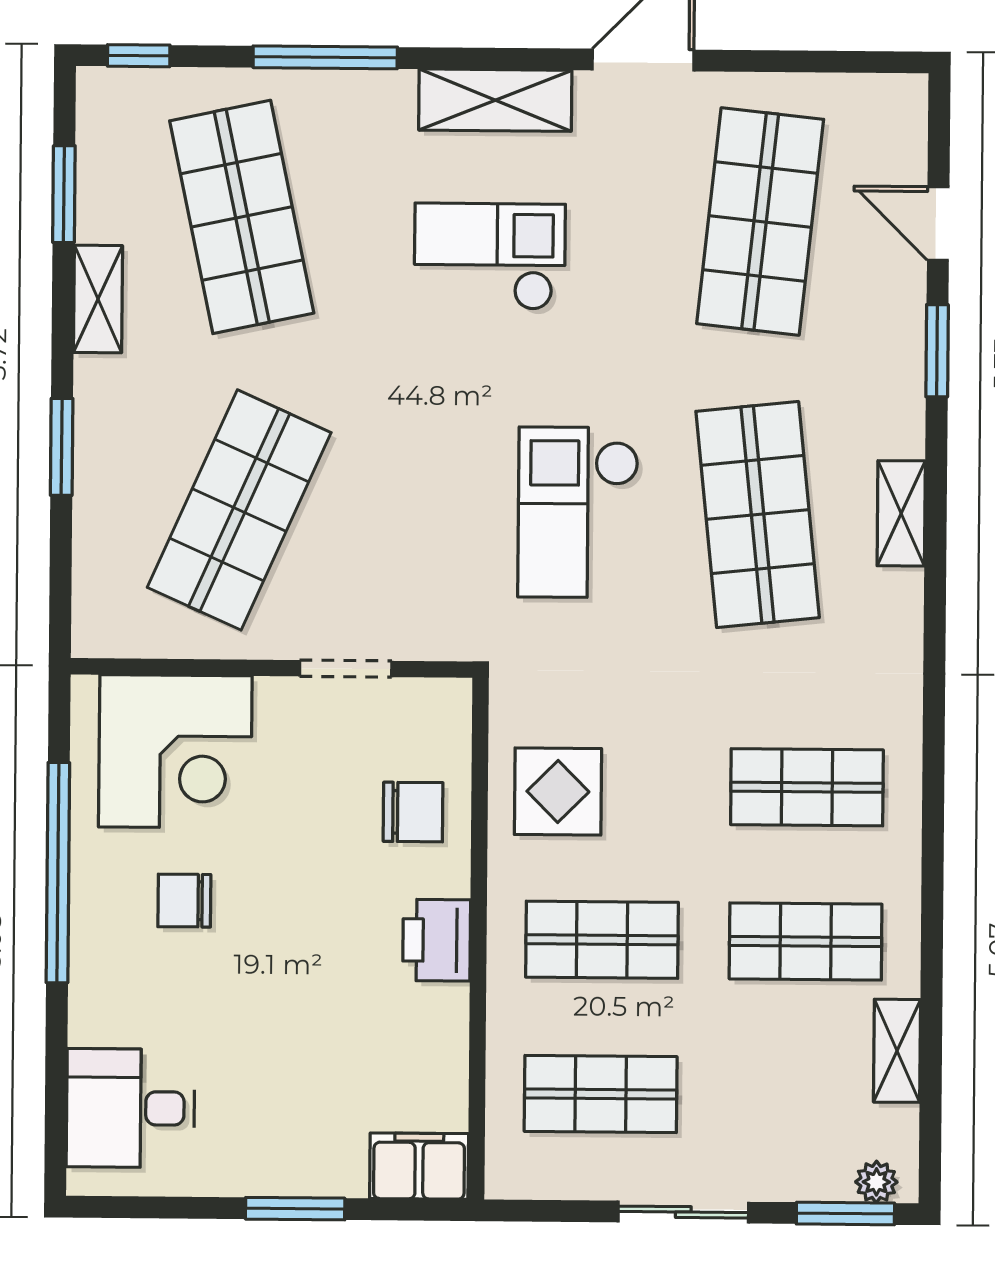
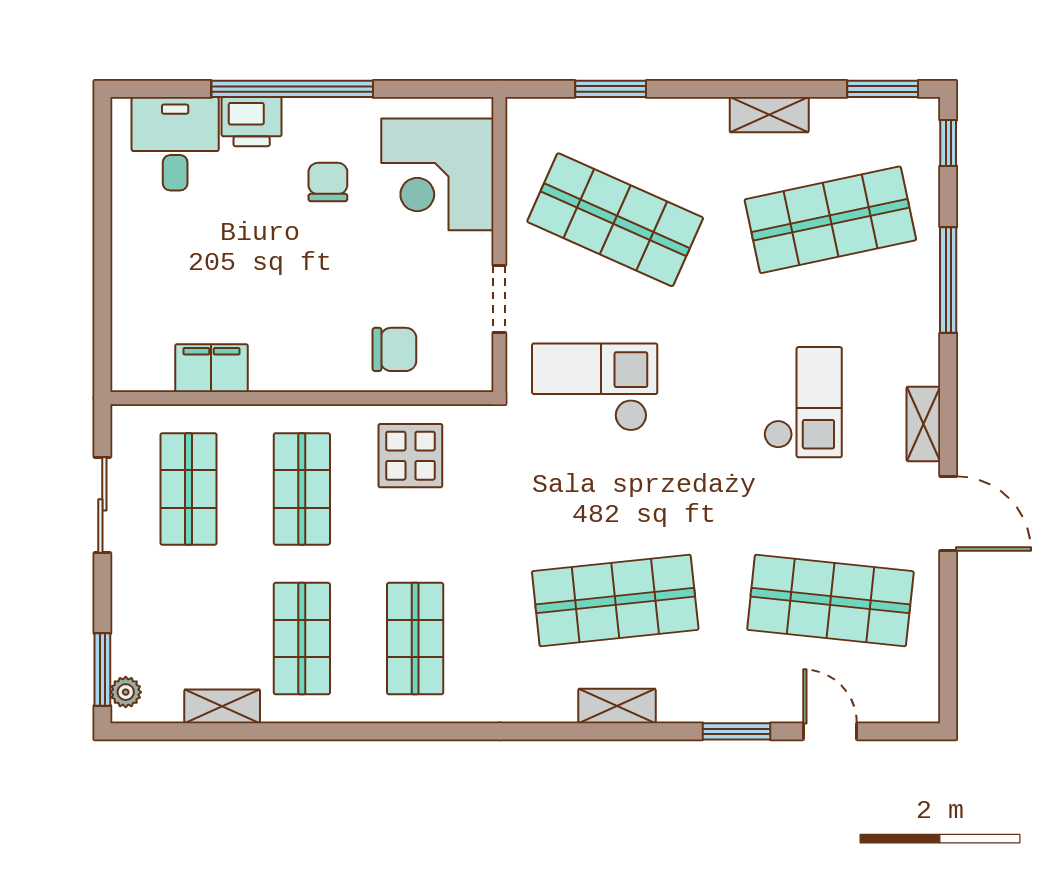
shelving: (495, 100) -> (923, 424), width x0.67, depth x0.75
window: (64, 194) -> (883, 89), moved
door: (938, 223) -> (830, 731), hinge flipped
window: (62, 447) -> (611, 89), moved
checkout: (578, 512) -> (595, 387), moved
chair: (413, 812) -> (394, 349), turned -90
window: (58, 873) -> (292, 89), moved
printer: (437, 940) -> (252, 122), moved, turned 180
filing cabinet: (419, 1166) -> (211, 368), moved, turned -90
window: (295, 1209) -> (102, 265), removed
sliding door: (683, 1212) -> (102, 505), moved

